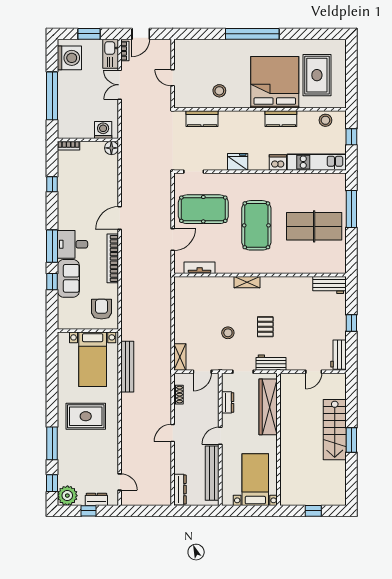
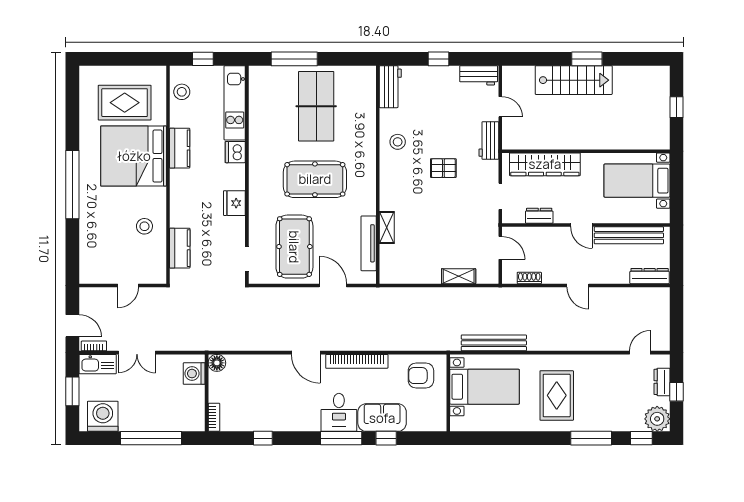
tv unit: (200, 268) -> (369, 243), width x1.41
shelving: (247, 282) -> (387, 228), moved
stool: (228, 333) -> (398, 142), moved
shelving: (180, 357) -> (459, 276), moved
workbench: (271, 363) -> (489, 140), moved

